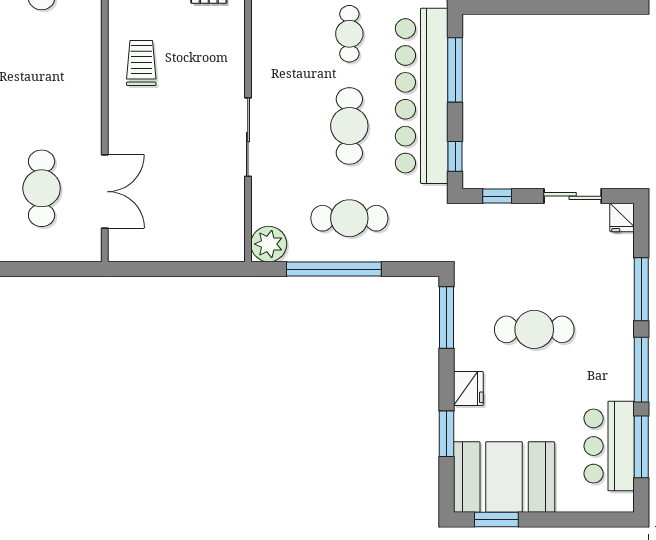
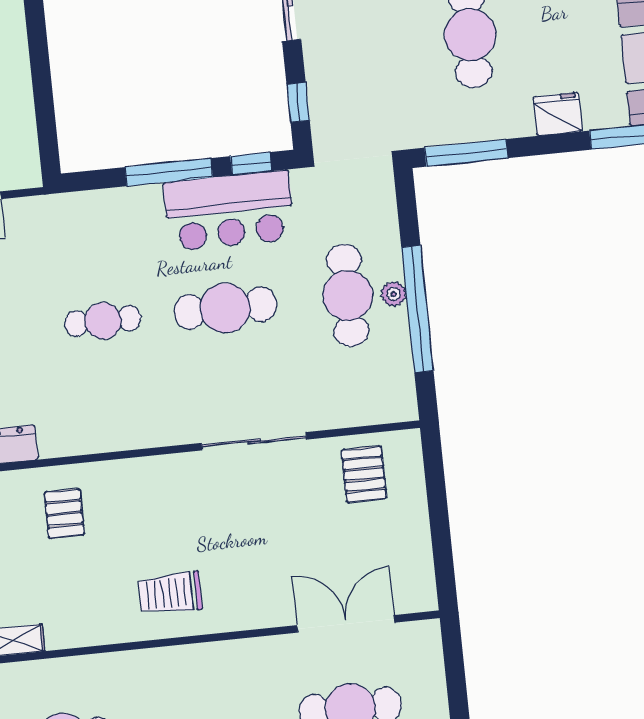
window: (455, 70) -> (169, 172), moved
bar counter: (422, 96) -> (229, 211), width x0.54
pallet: (215, 216) -> (364, 474), added
plant: (269, 244) -> (393, 294), moved, width x0.53, depth x0.53

